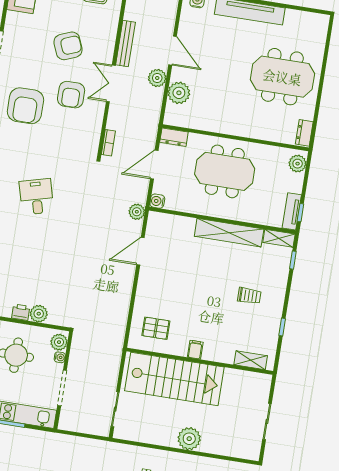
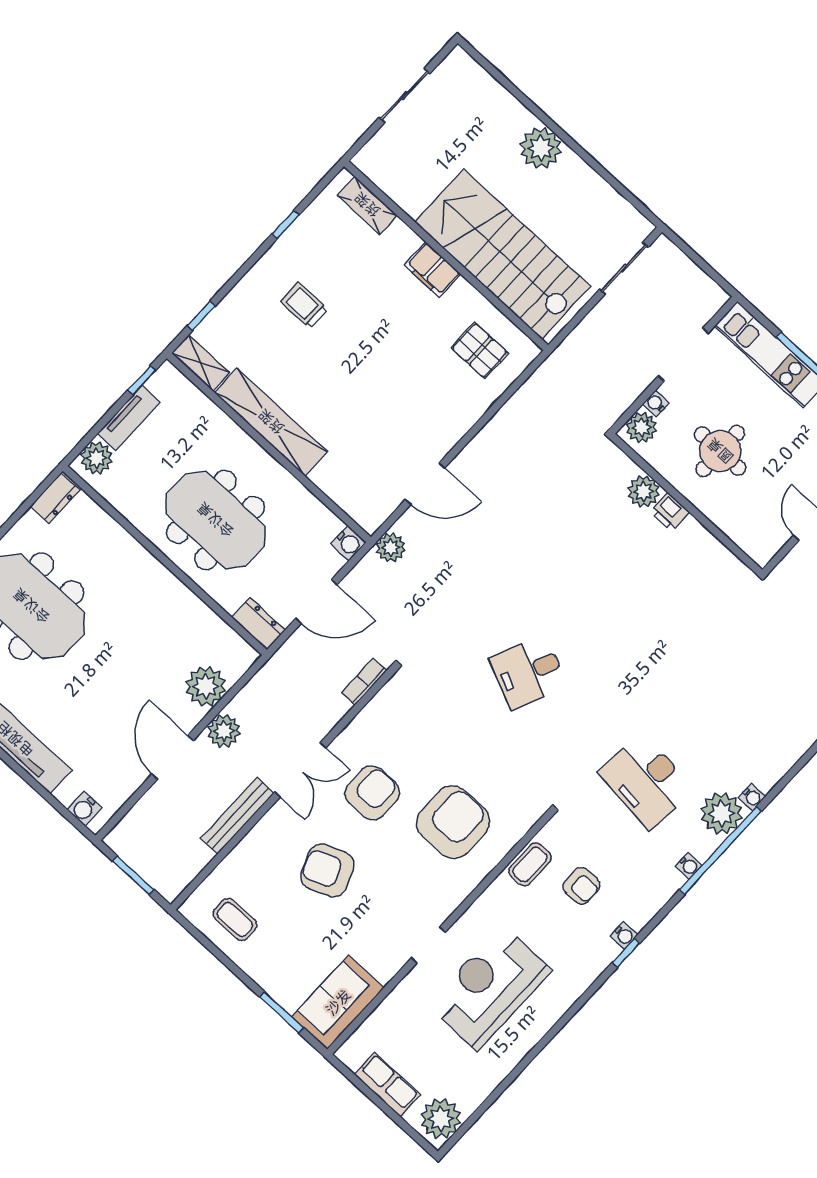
desk: (36, 197) -> (528, 672), turned 39
tv unit: (292, 211) -> (129, 418), moved
filing cabinet: (195, 350) -> (432, 270), width x2.00

